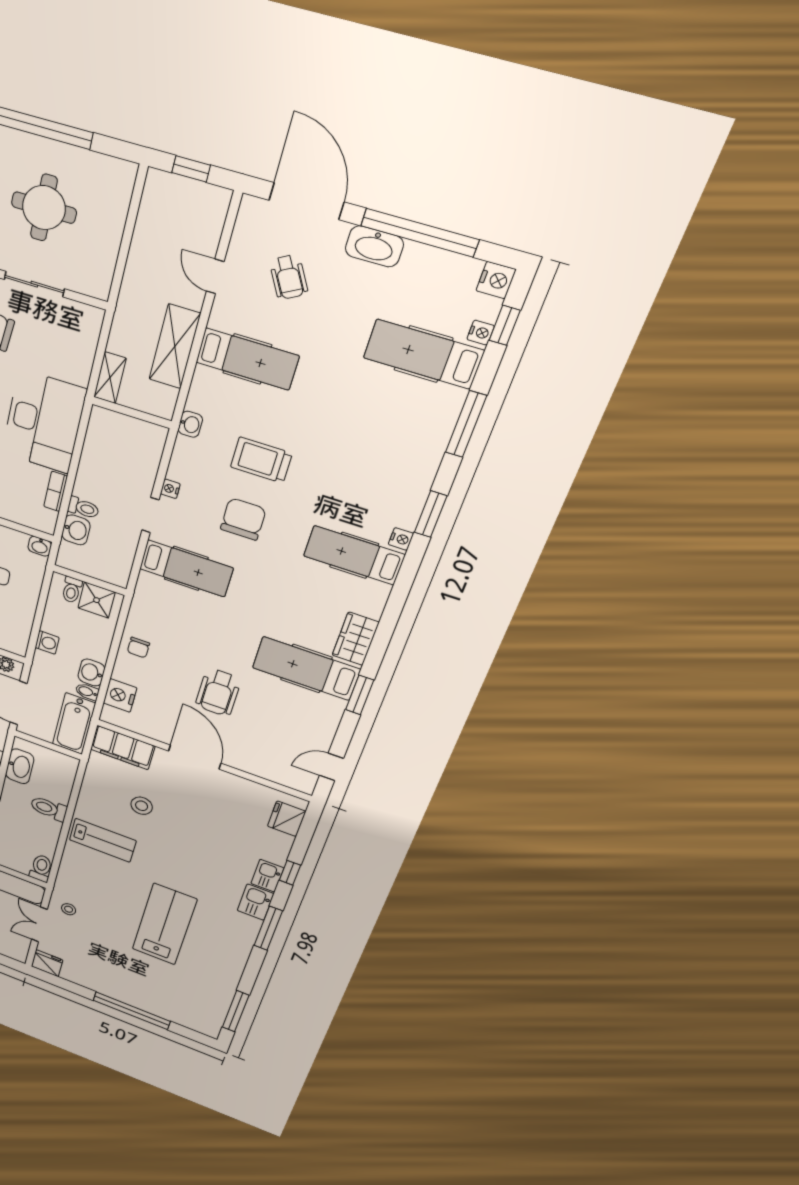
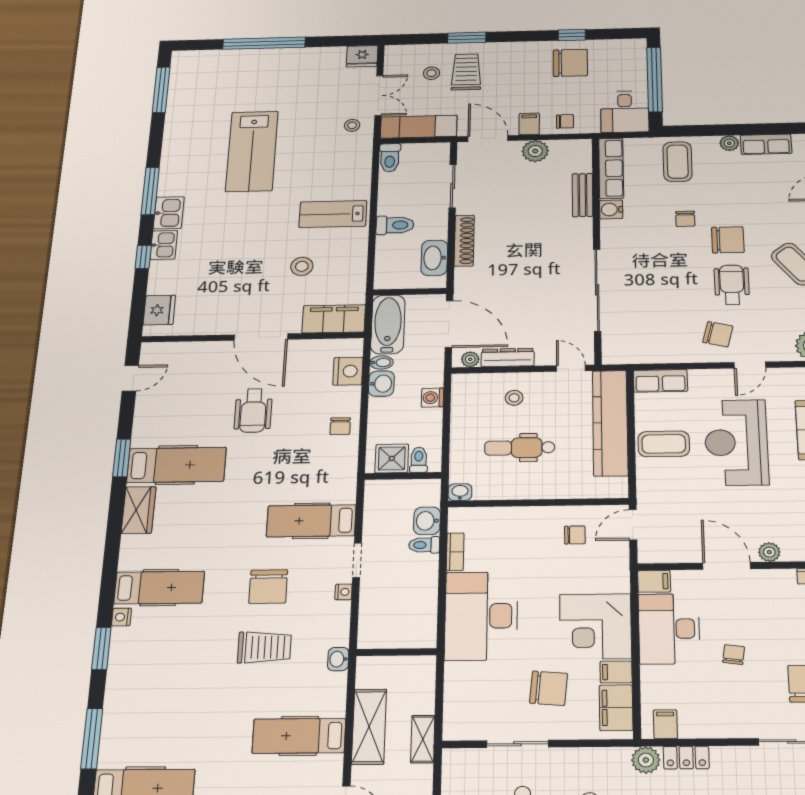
shelving: (110, 378) -> (423, 739), moved
chair: (138, 648) -> (340, 426), turned 180
wheelchair: (218, 692) -> (253, 411), turned 180

